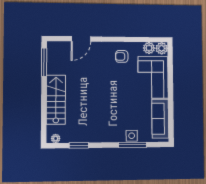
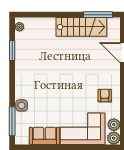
stairs: (56, 100) -> (81, 27), moved
sofa: (160, 119) -> (45, 136), width x0.73
window: (133, 145) -> (12, 121), moved

